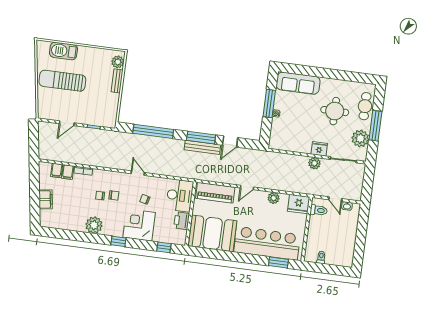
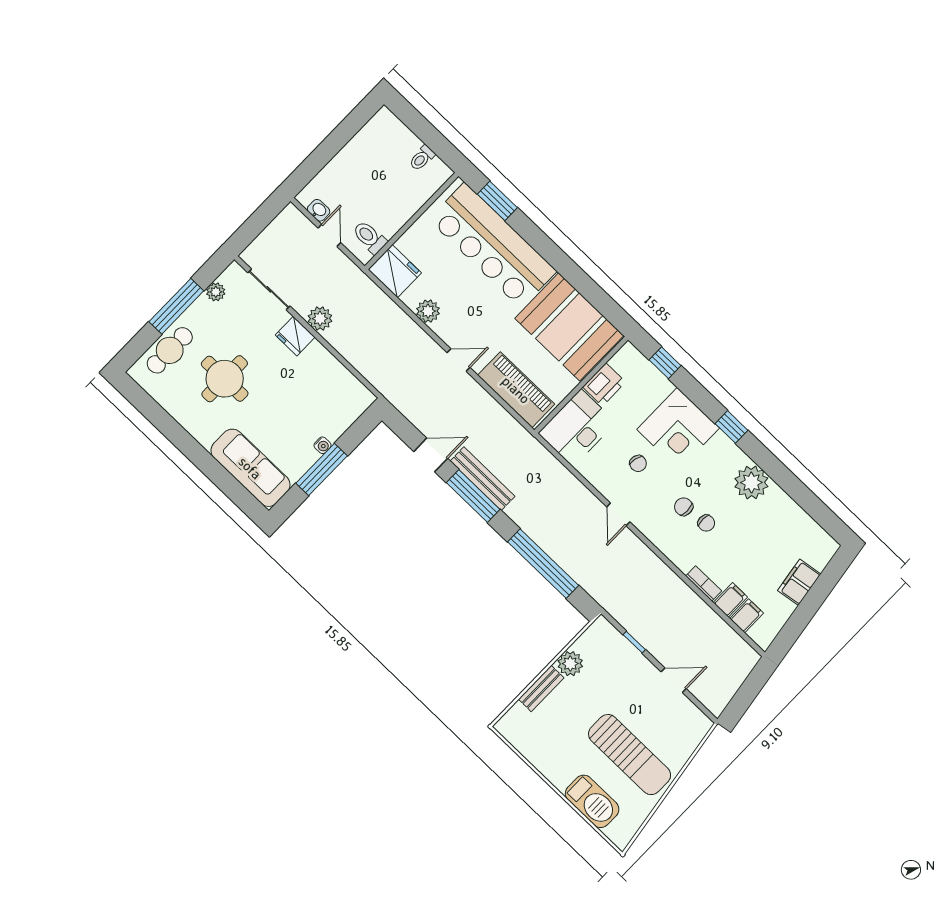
plant: (118, 62) -> (570, 664), moved
plant: (360, 138) -> (216, 292), width x0.53, depth x0.53

